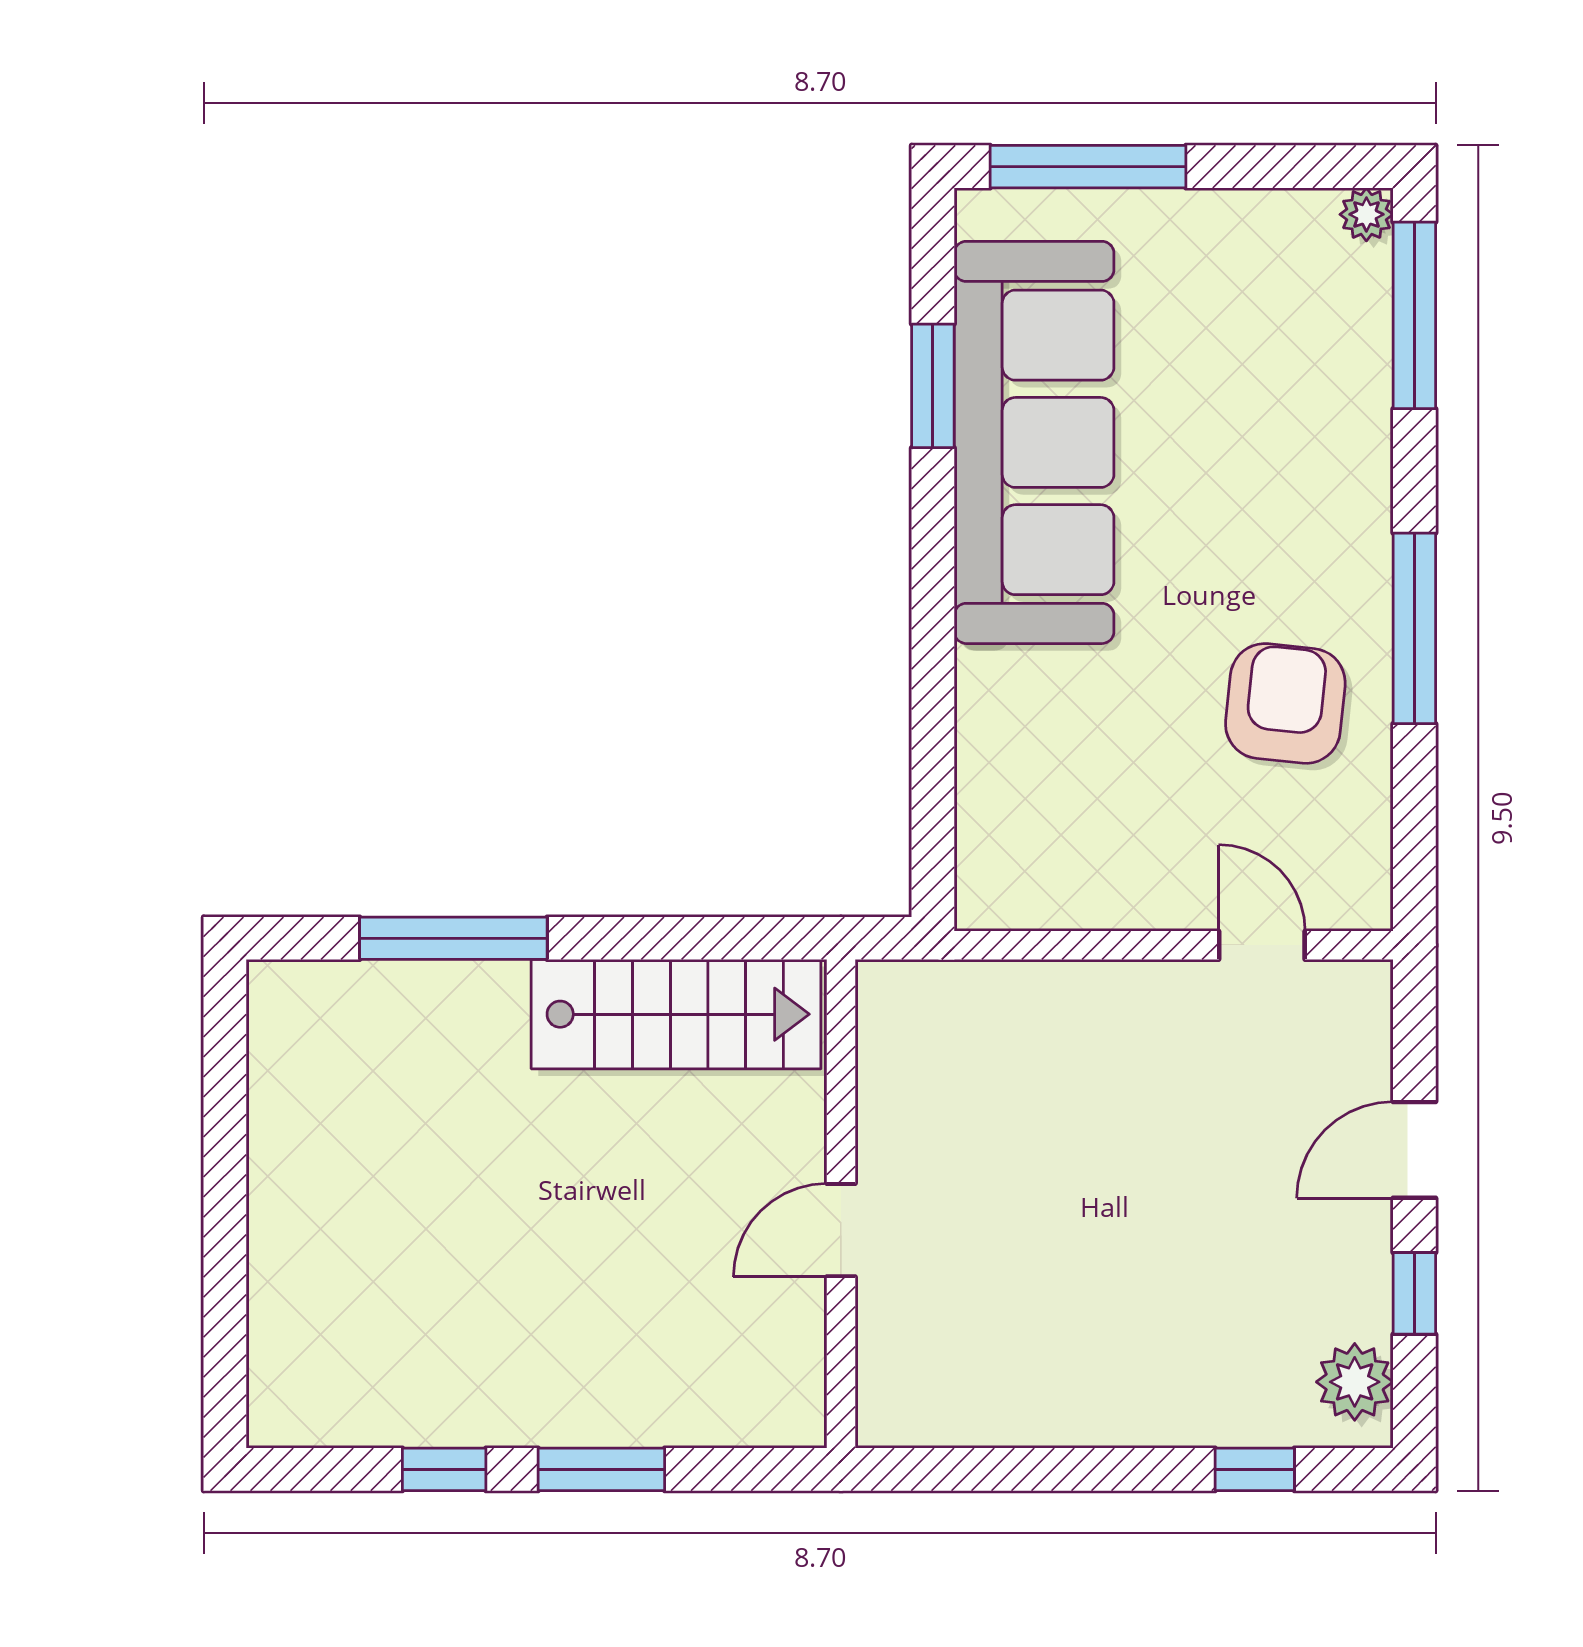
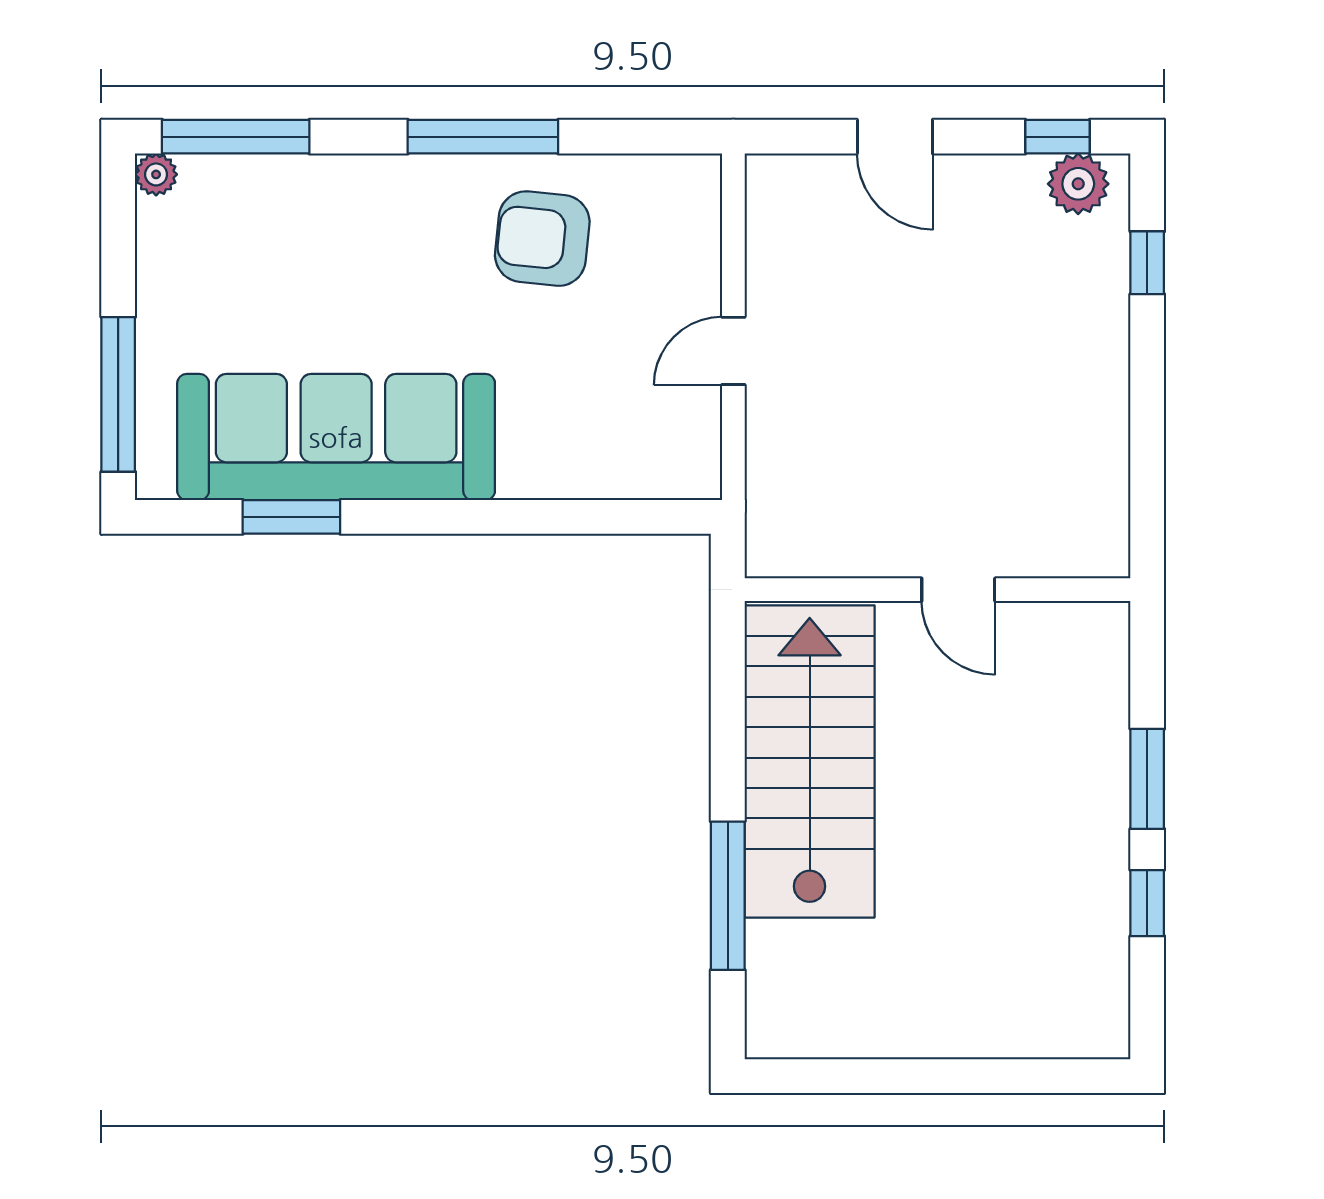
door: (1262, 945) -> (733, 351), moved
stairs: (676, 1014) -> (810, 761), width x1.36, depth x1.51
window: (1414, 1293) -> (1058, 137), moved

